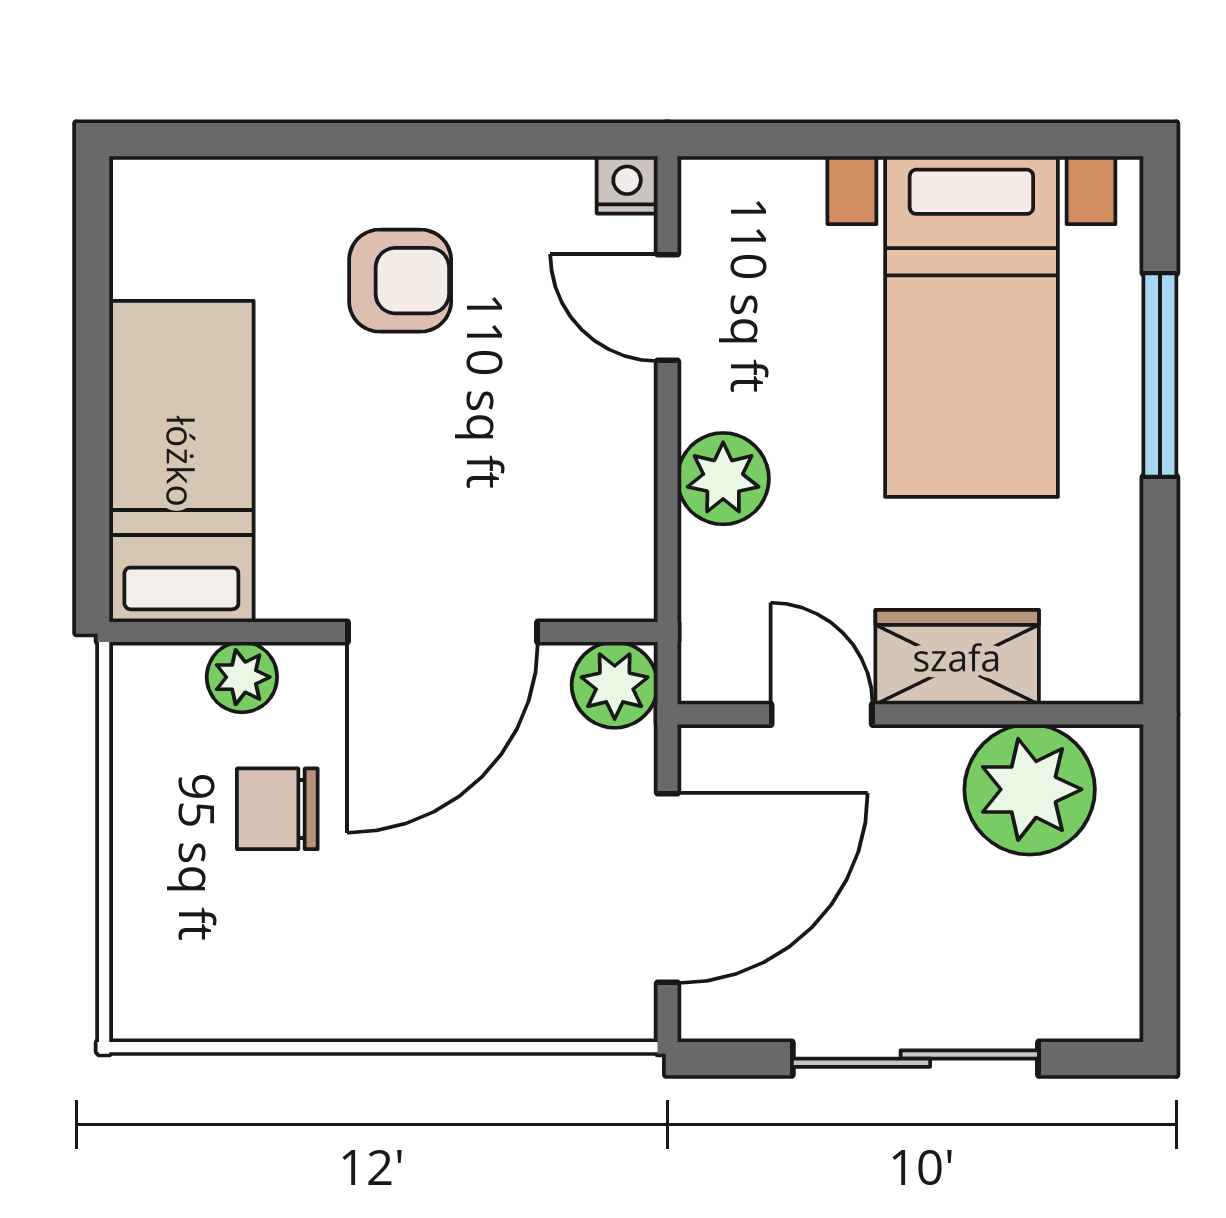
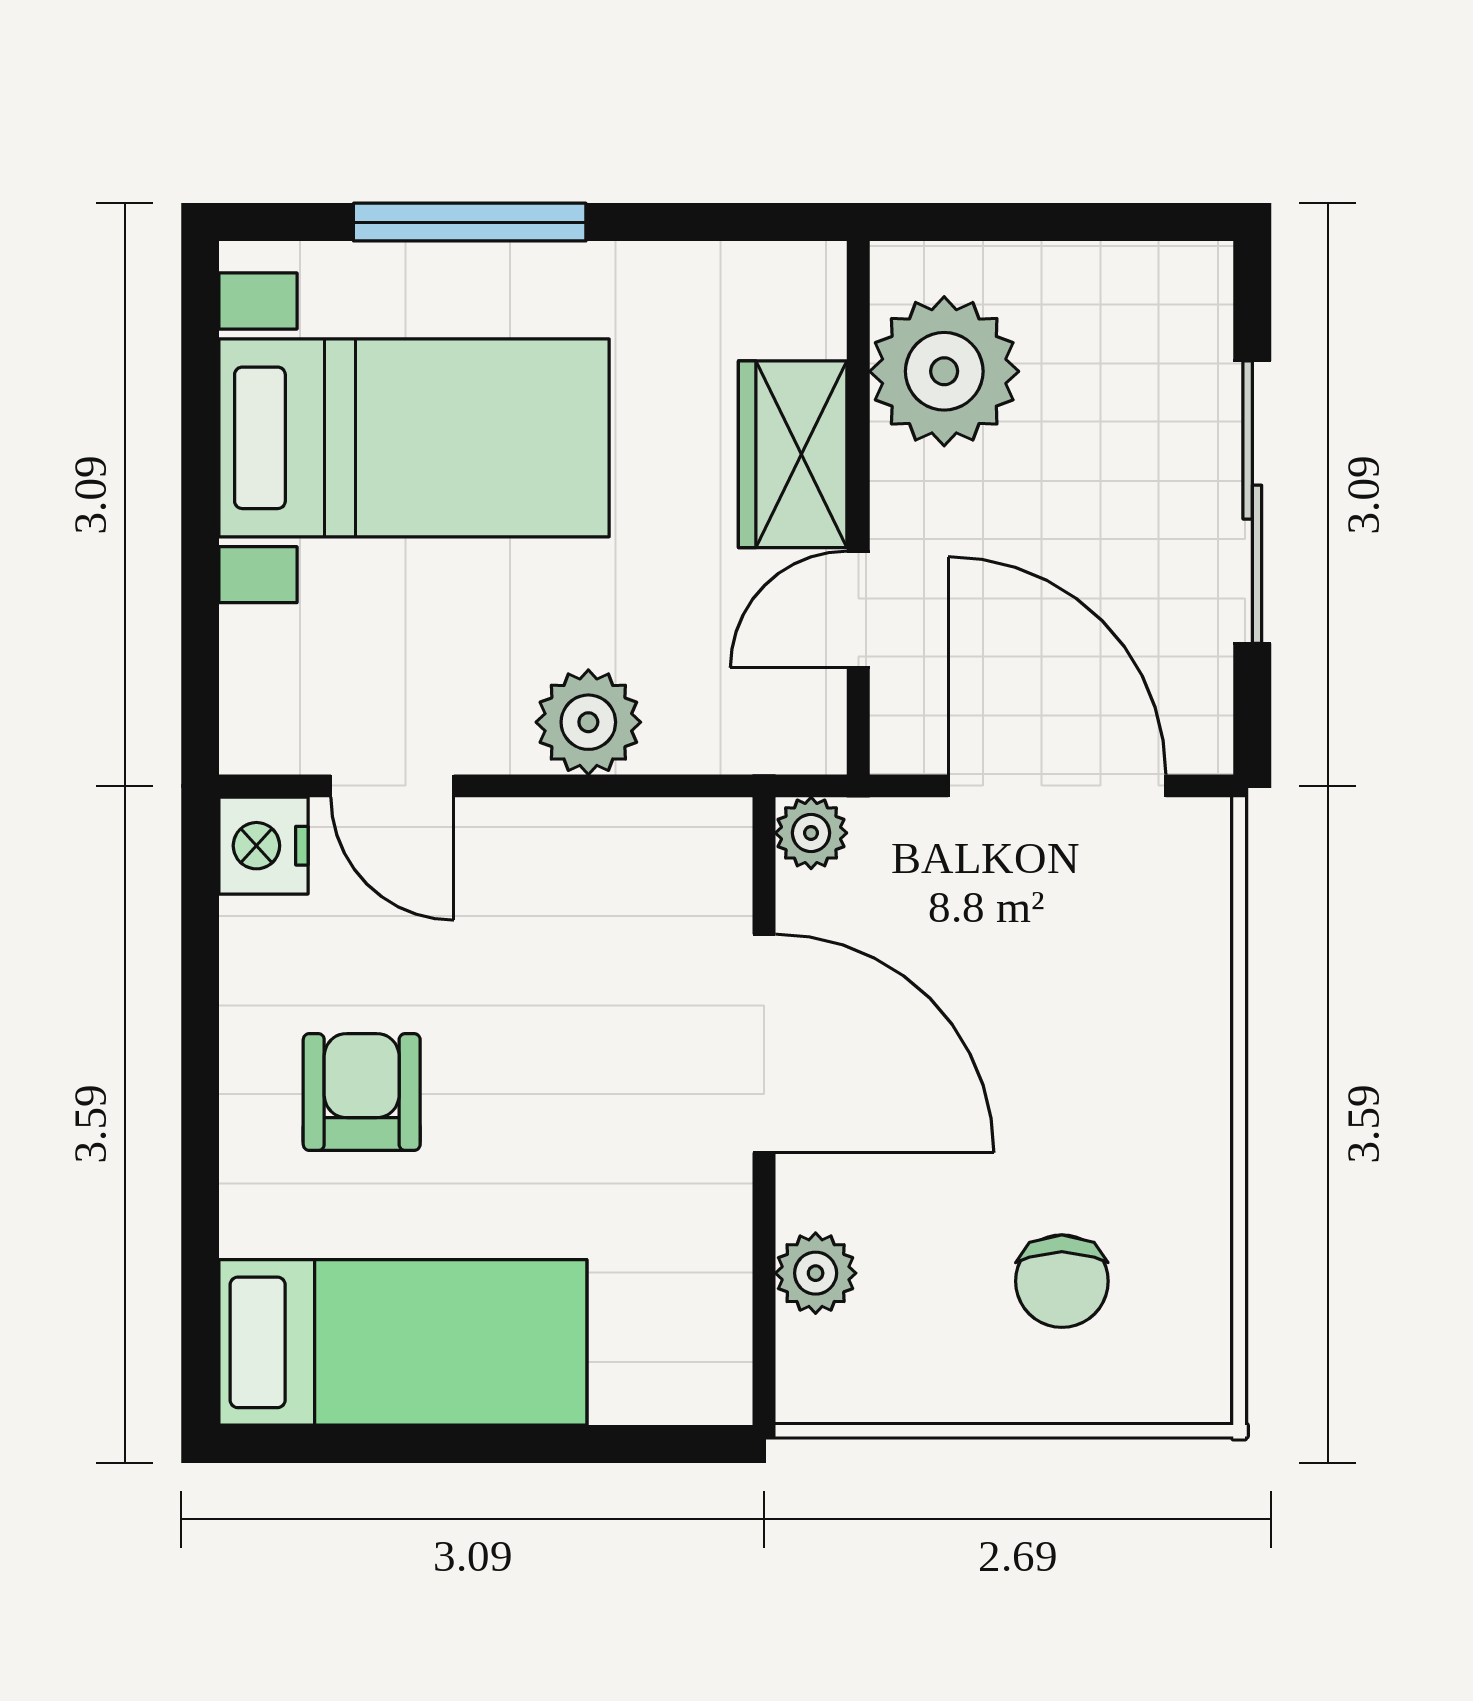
nightstand: (627, 185) -> (264, 846), width x1.39, depth x1.35
door: (667, 307) -> (392, 786), hinge flipped
bed: (181, 461) -> (403, 1342), moved, turned 180
plant: (615, 685) -> (811, 833), width x0.73, depth x0.73
chair: (277, 809) -> (1062, 1281), moved

